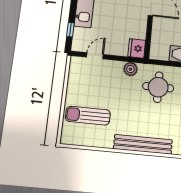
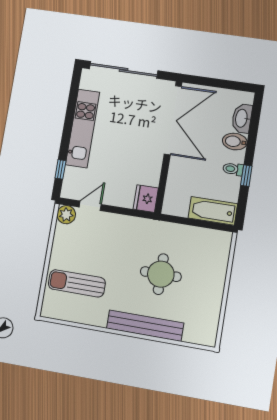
plant: (130, 69) -> (66, 215), moved
round table: (158, 87) -> (161, 274), moved

